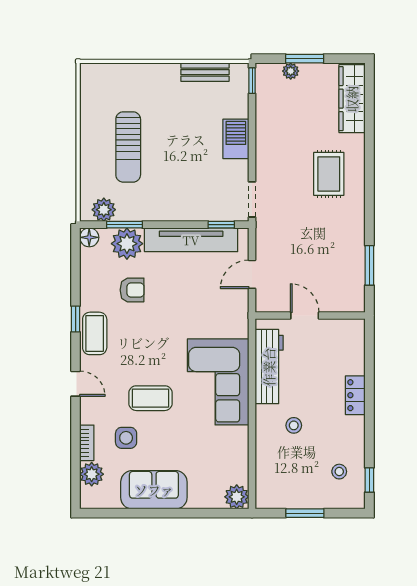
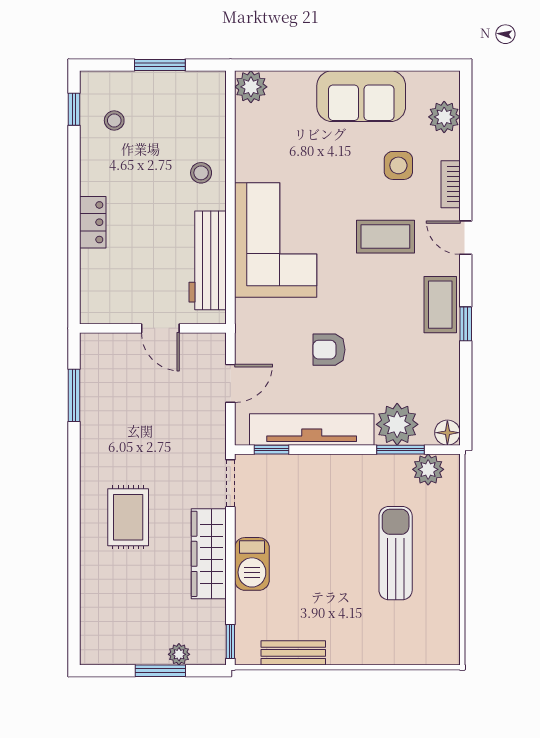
wardrobe: (352, 99) -> (209, 554), moved, turned 180
armchair: (132, 290) -> (329, 350), moved
coffee table: (150, 398) -> (385, 237), moved
stool: (294, 425) -> (201, 173), moved
bookcase: (87, 443) -> (451, 184), moved

